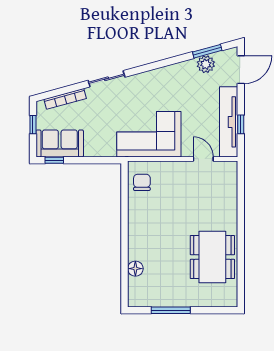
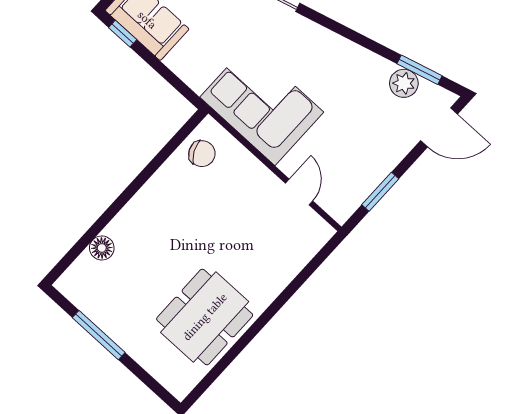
tv unit: (229, 122) -> (369, 176), removed
window: (241, 124) -> (380, 192), width x1.50
chair: (142, 182) -> (202, 154), turned 64

